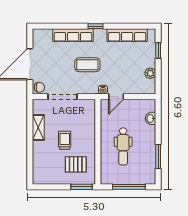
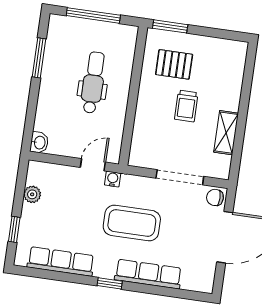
coffee table: (87, 65) -> (132, 223), width x1.36, depth x1.32
washbasin: (151, 118) -> (39, 143), moved

